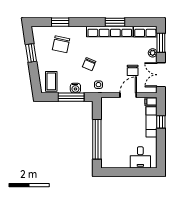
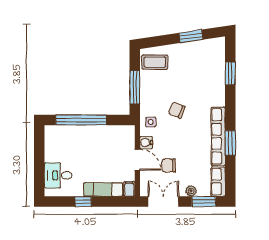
chair: (61, 44) -> (202, 74), removed
water cooler: (75, 88) -> (146, 143), moved
window: (161, 122) -> (83, 201), moved

